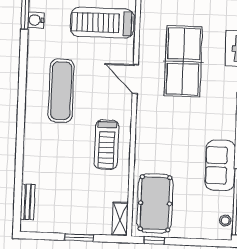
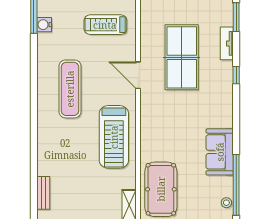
treadmill: (102, 23) -> (105, 25), width x0.73, depth x0.73
treadmill: (106, 145) -> (114, 137), width x1.37, depth x1.38

